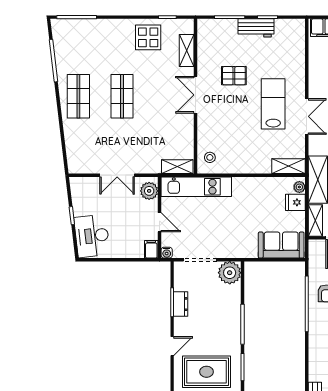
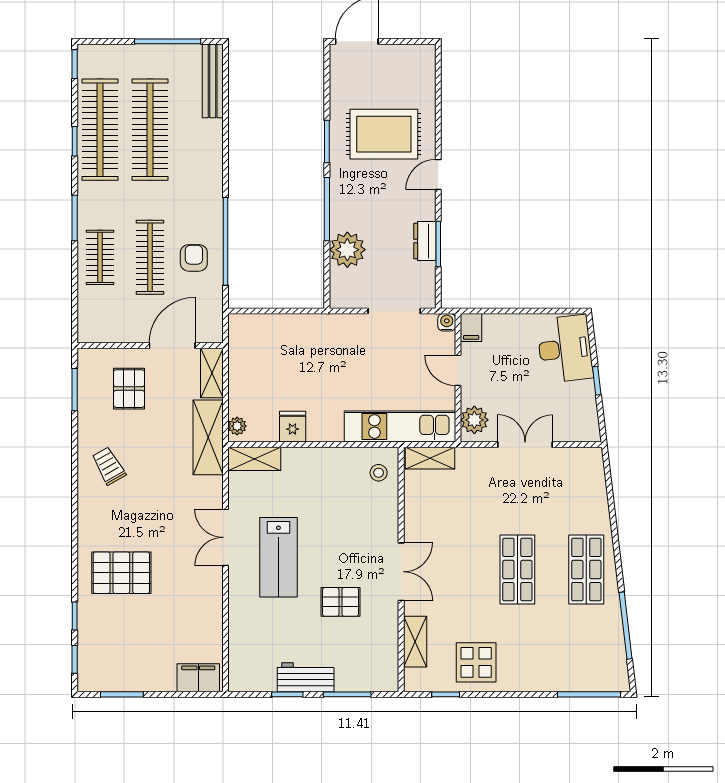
fridge: (295, 202) -> (293, 427), moved, turned -90
sofa: (281, 245) -> (266, 334), removed
plant: (230, 273) -> (347, 250), moved

